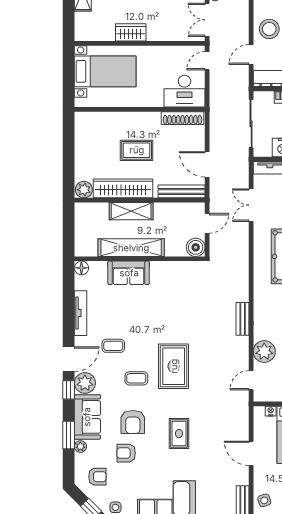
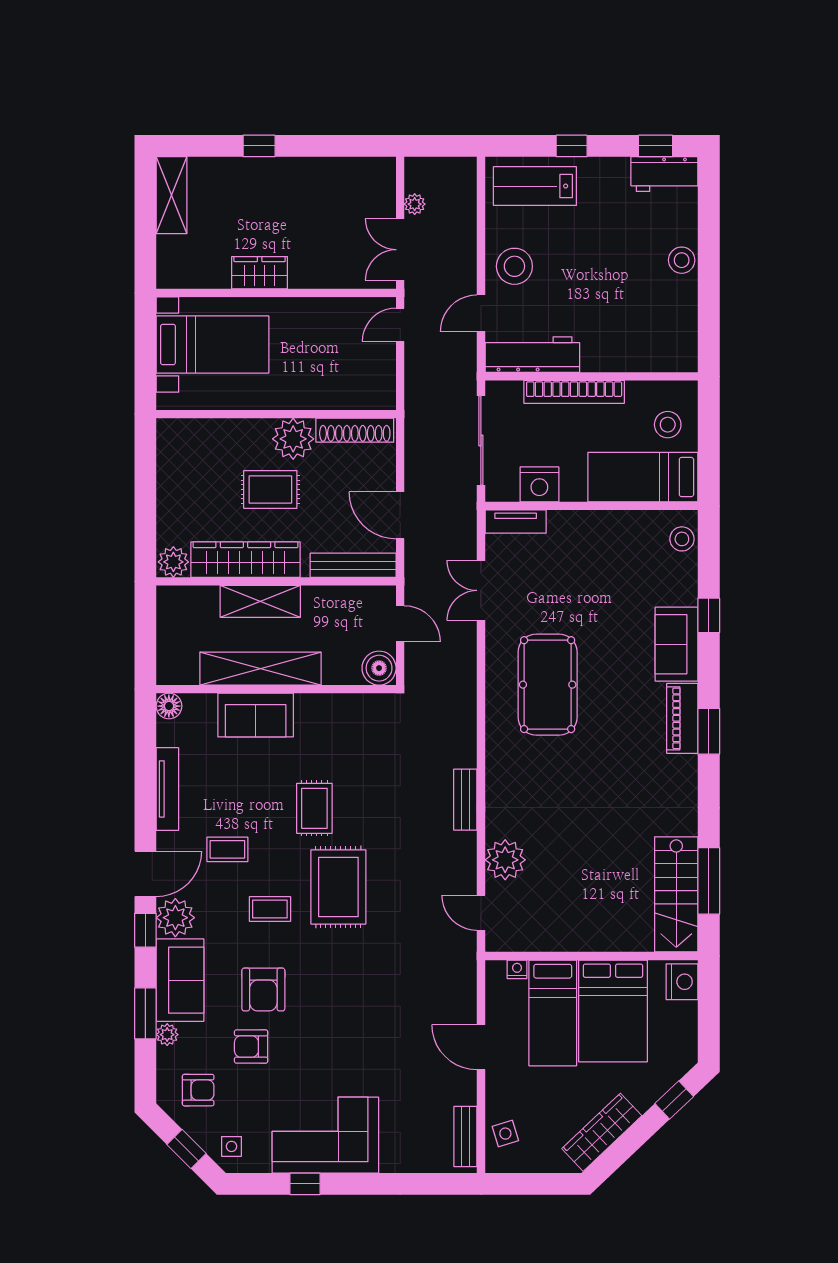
desk: (185, 91) -> (359, 381), removed
plant: (149, 123) -> (293, 439), added
door: (207, 223) -> (400, 624), hinge flipped
door: (251, 380) -> (481, 913), hinge flipped
rug: (179, 434) -> (314, 808), moved

